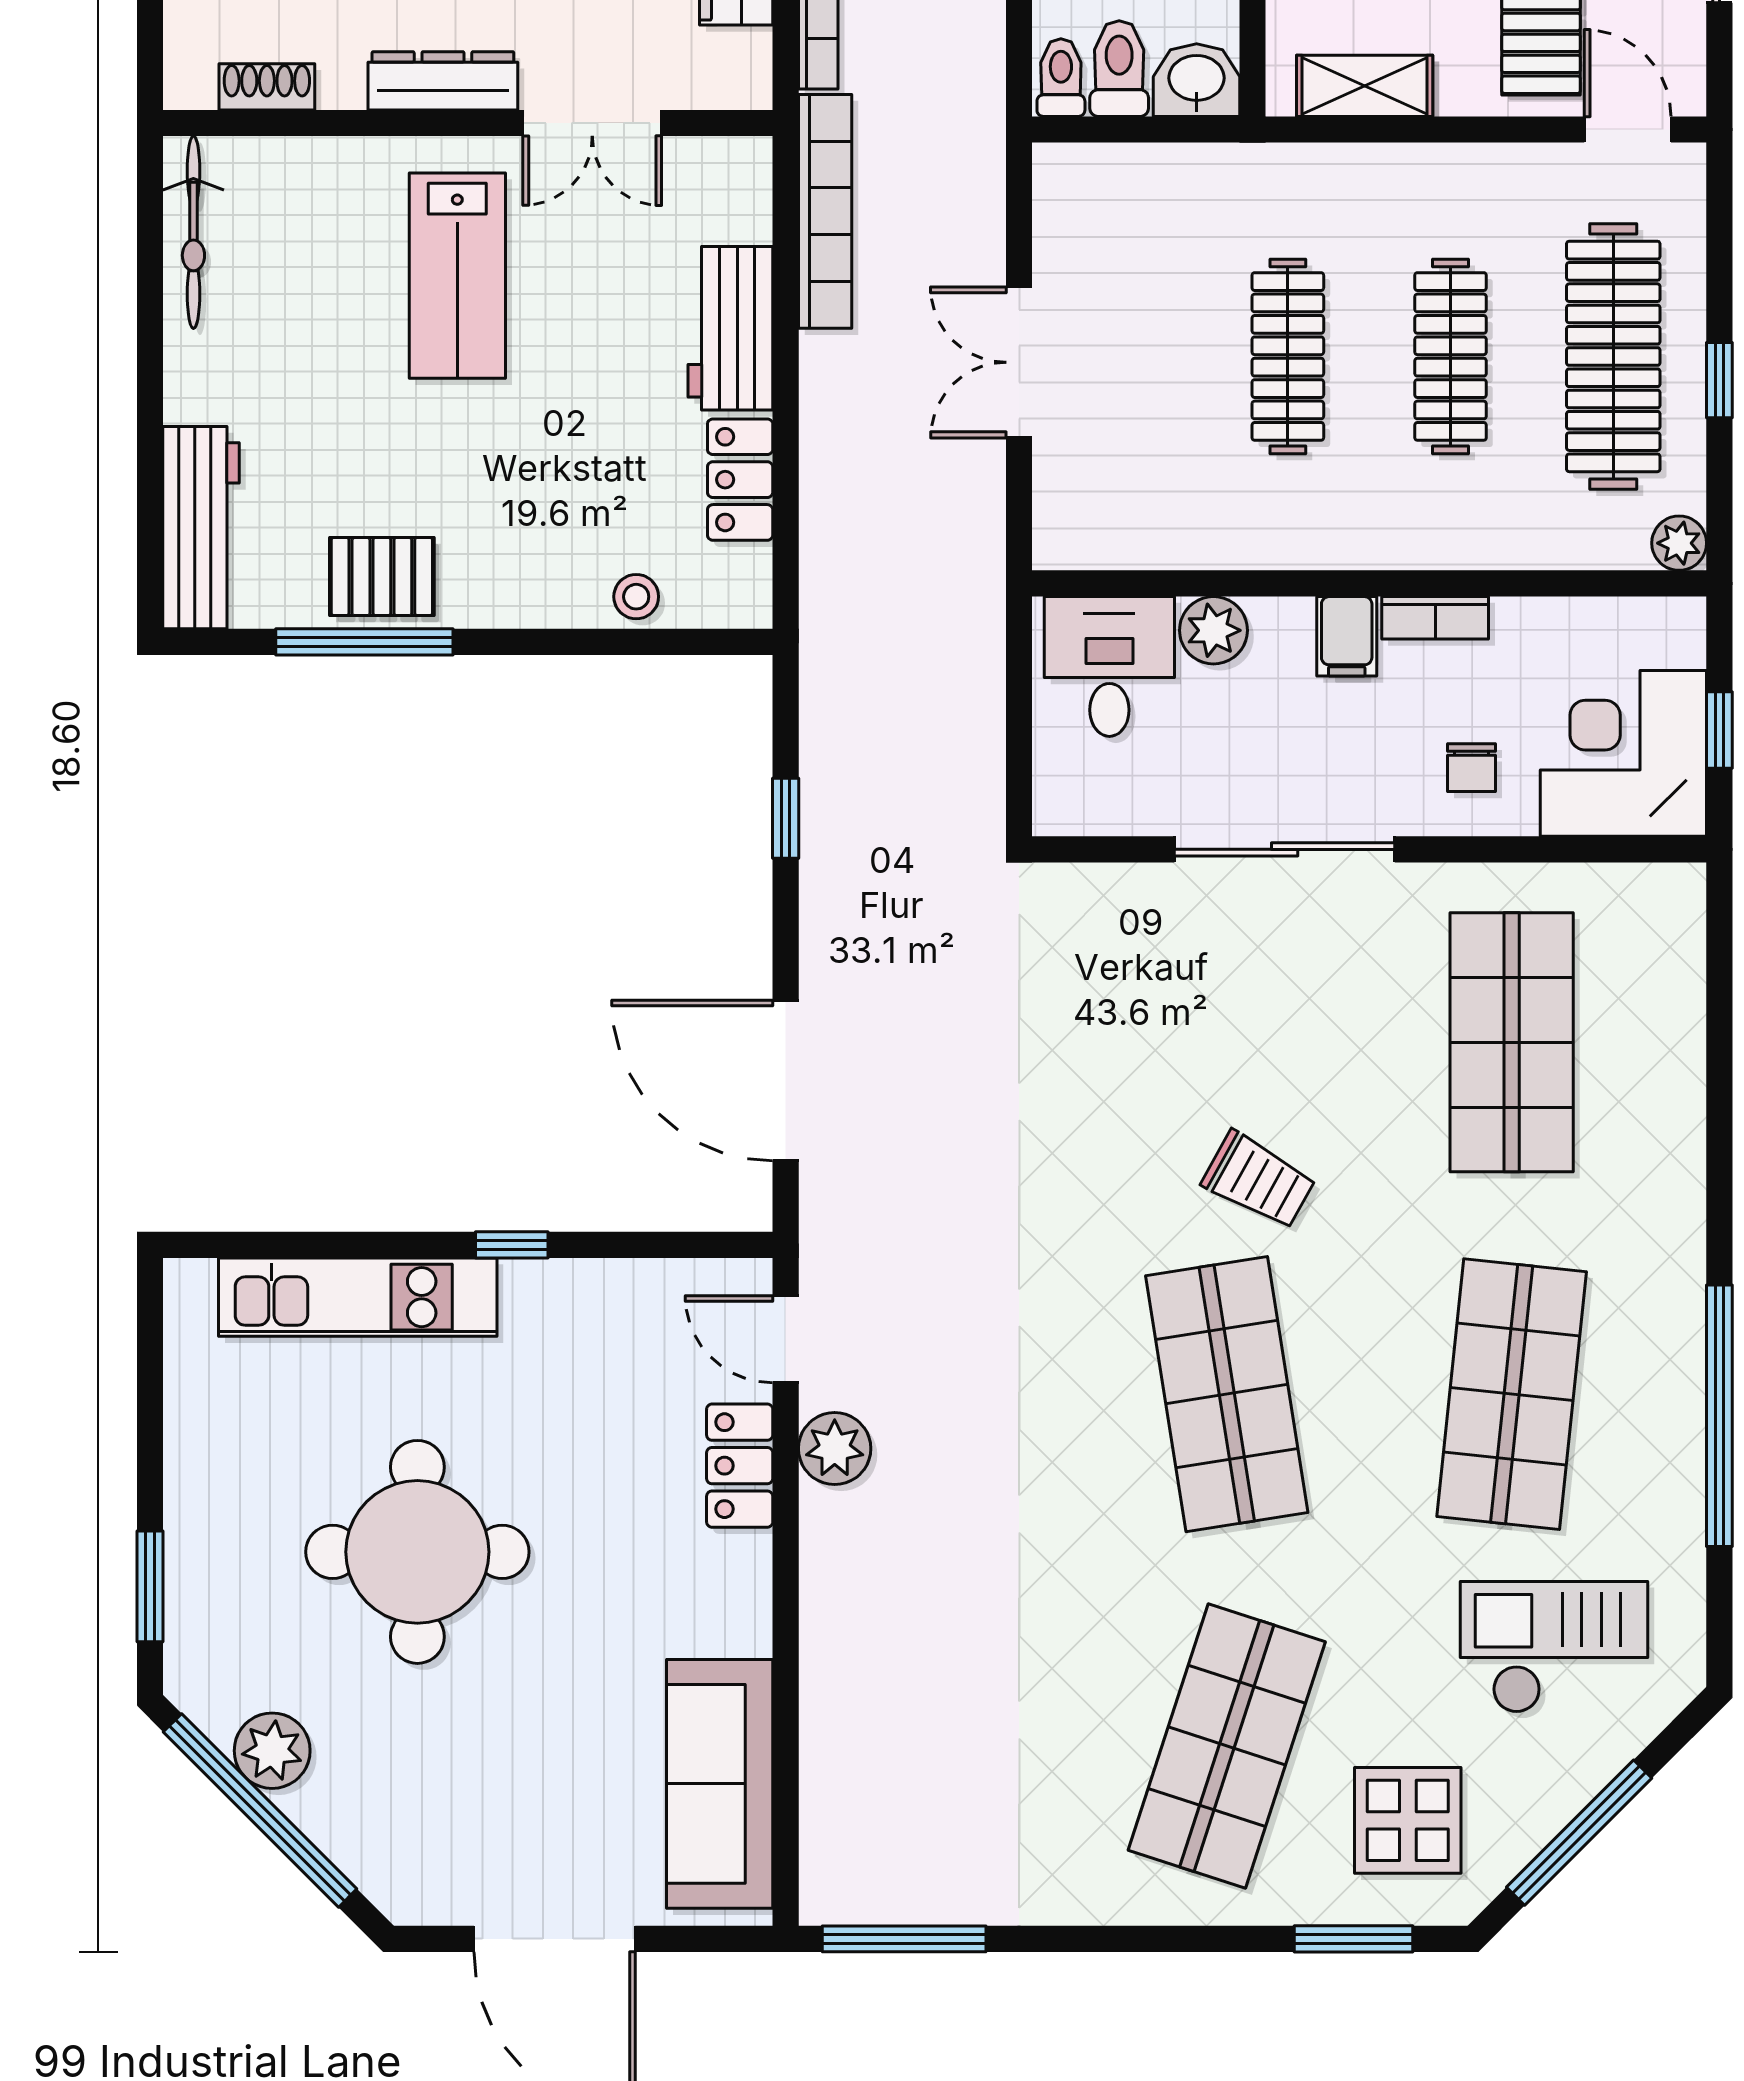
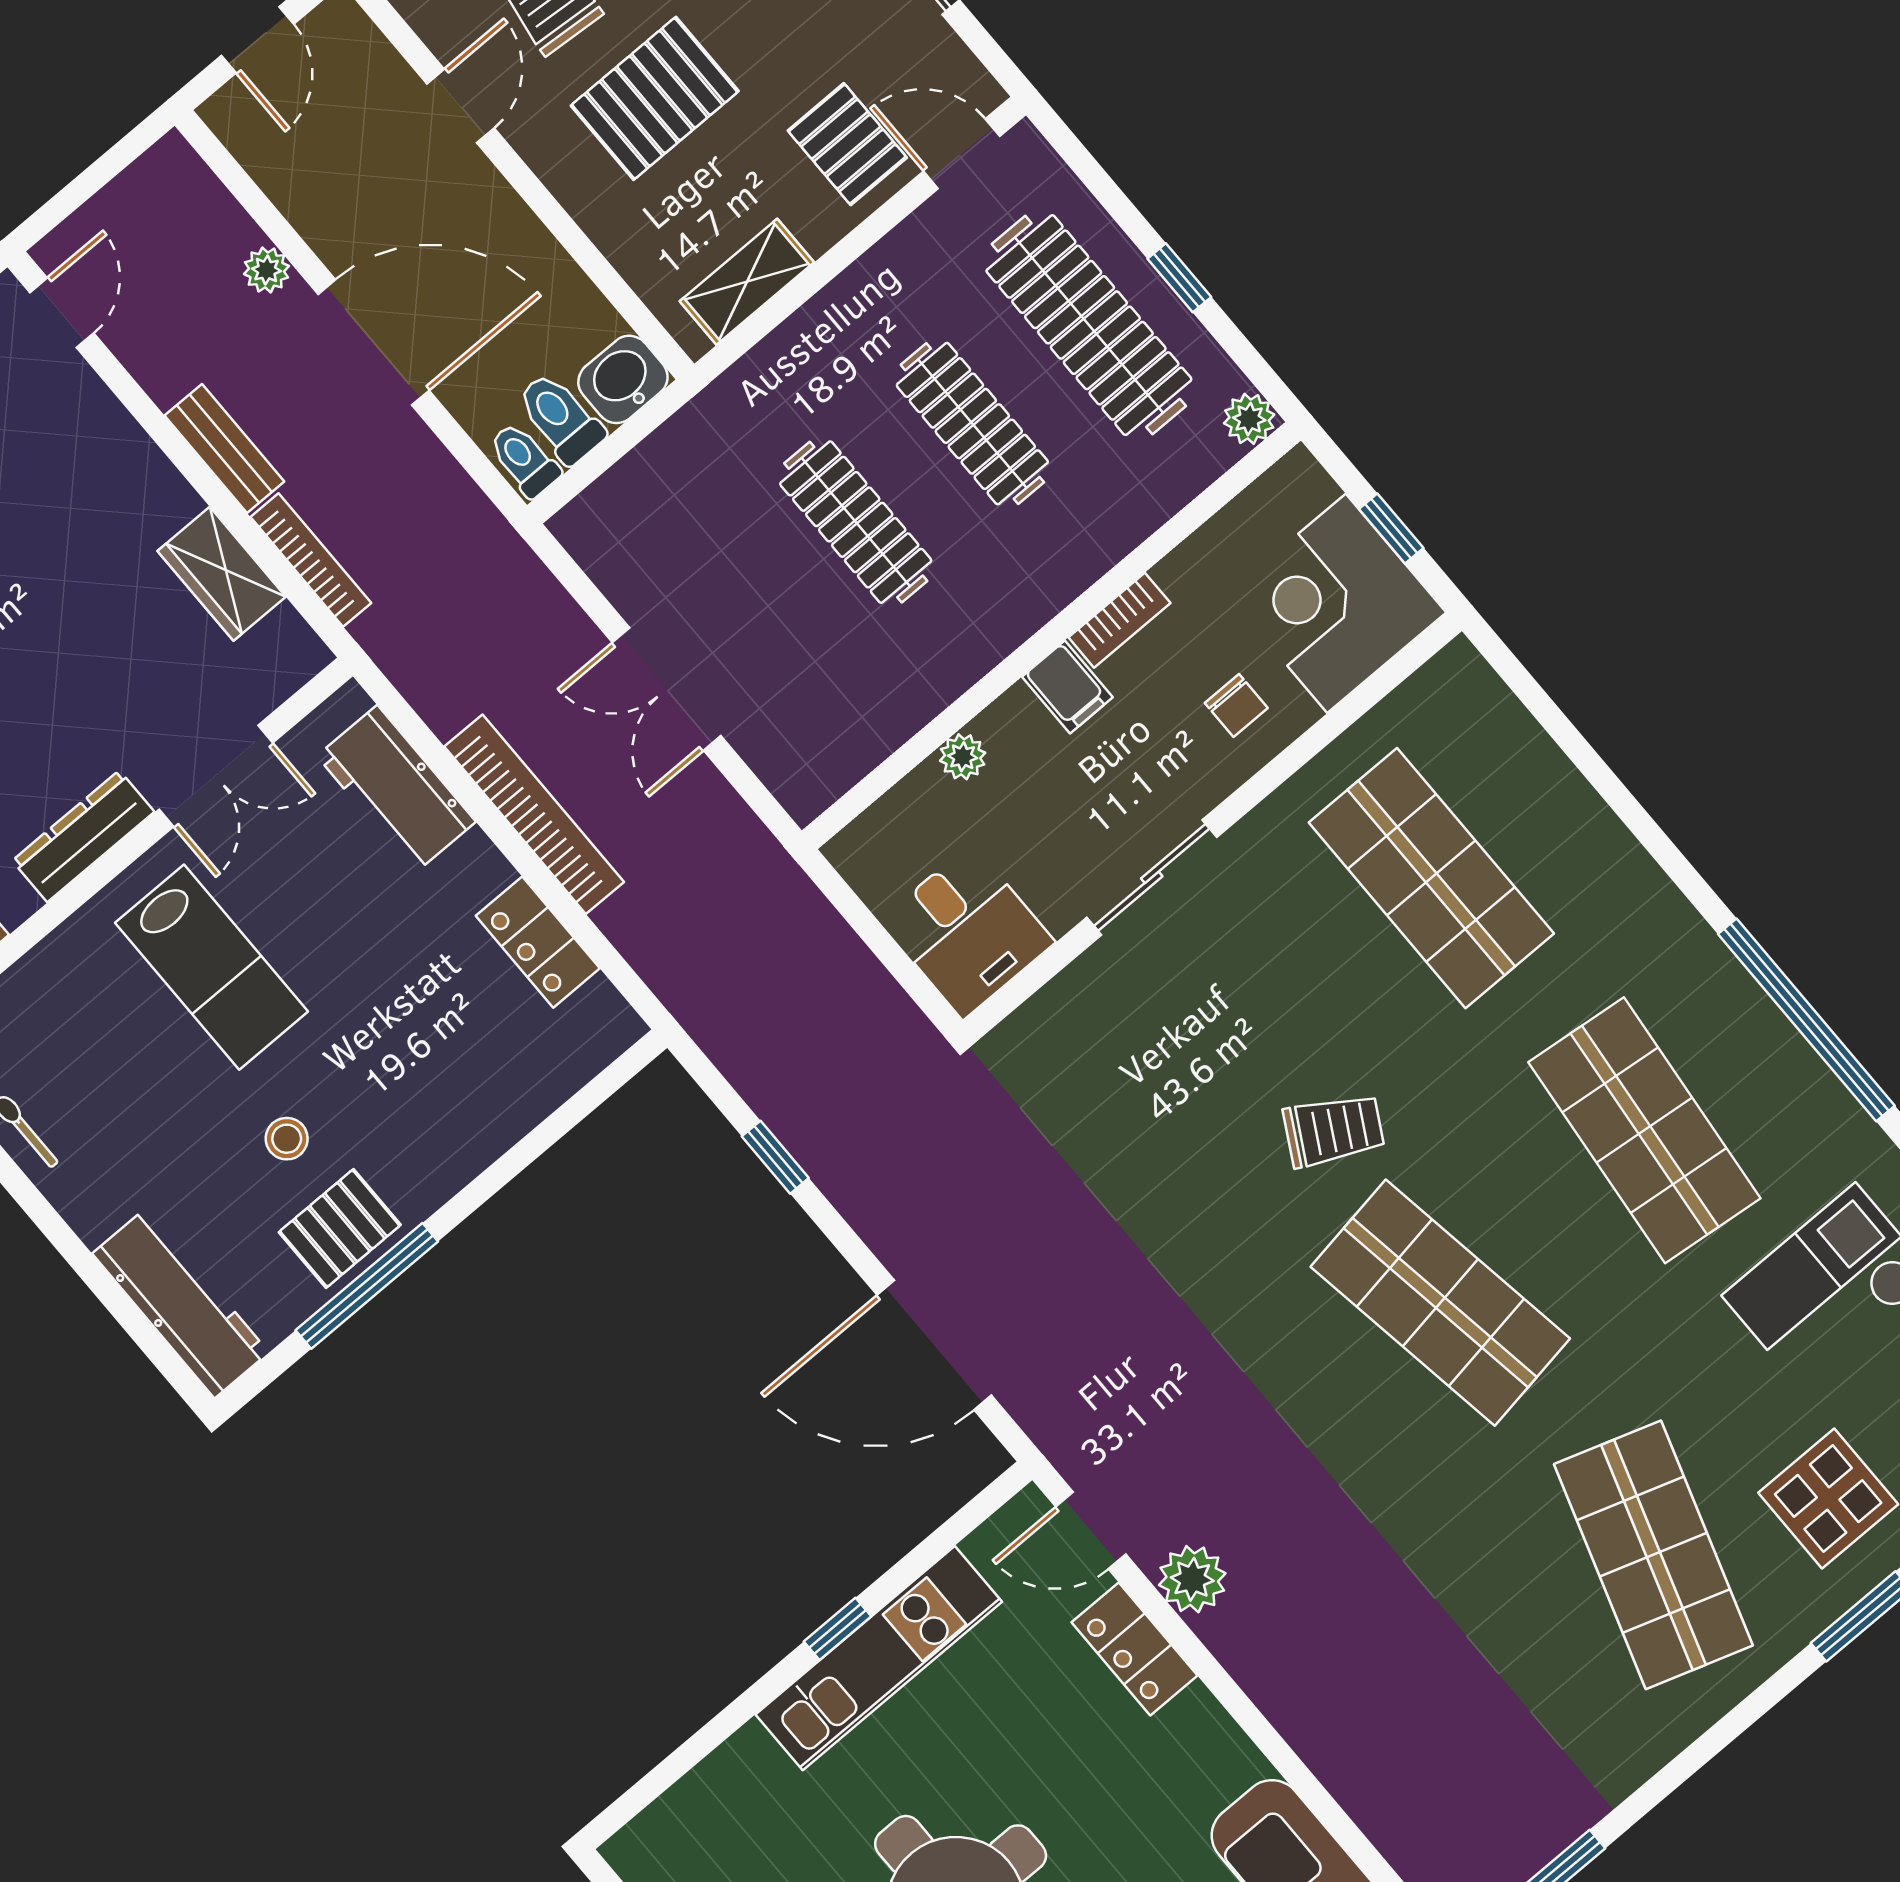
bookcase: (825, 211) -> (534, 814), moved
workbench: (730, 328) -> (396, 789), moved
stool: (636, 597) -> (287, 1139), moved
plant: (1213, 630) -> (963, 757), width x0.73, depth x0.73
desk: (1109, 666) -> (967, 931), moved, turned 180
sliding door: (1285, 849) -> (1152, 877), width x0.73
kitchen unit: (358, 1297) -> (879, 1658), moved

